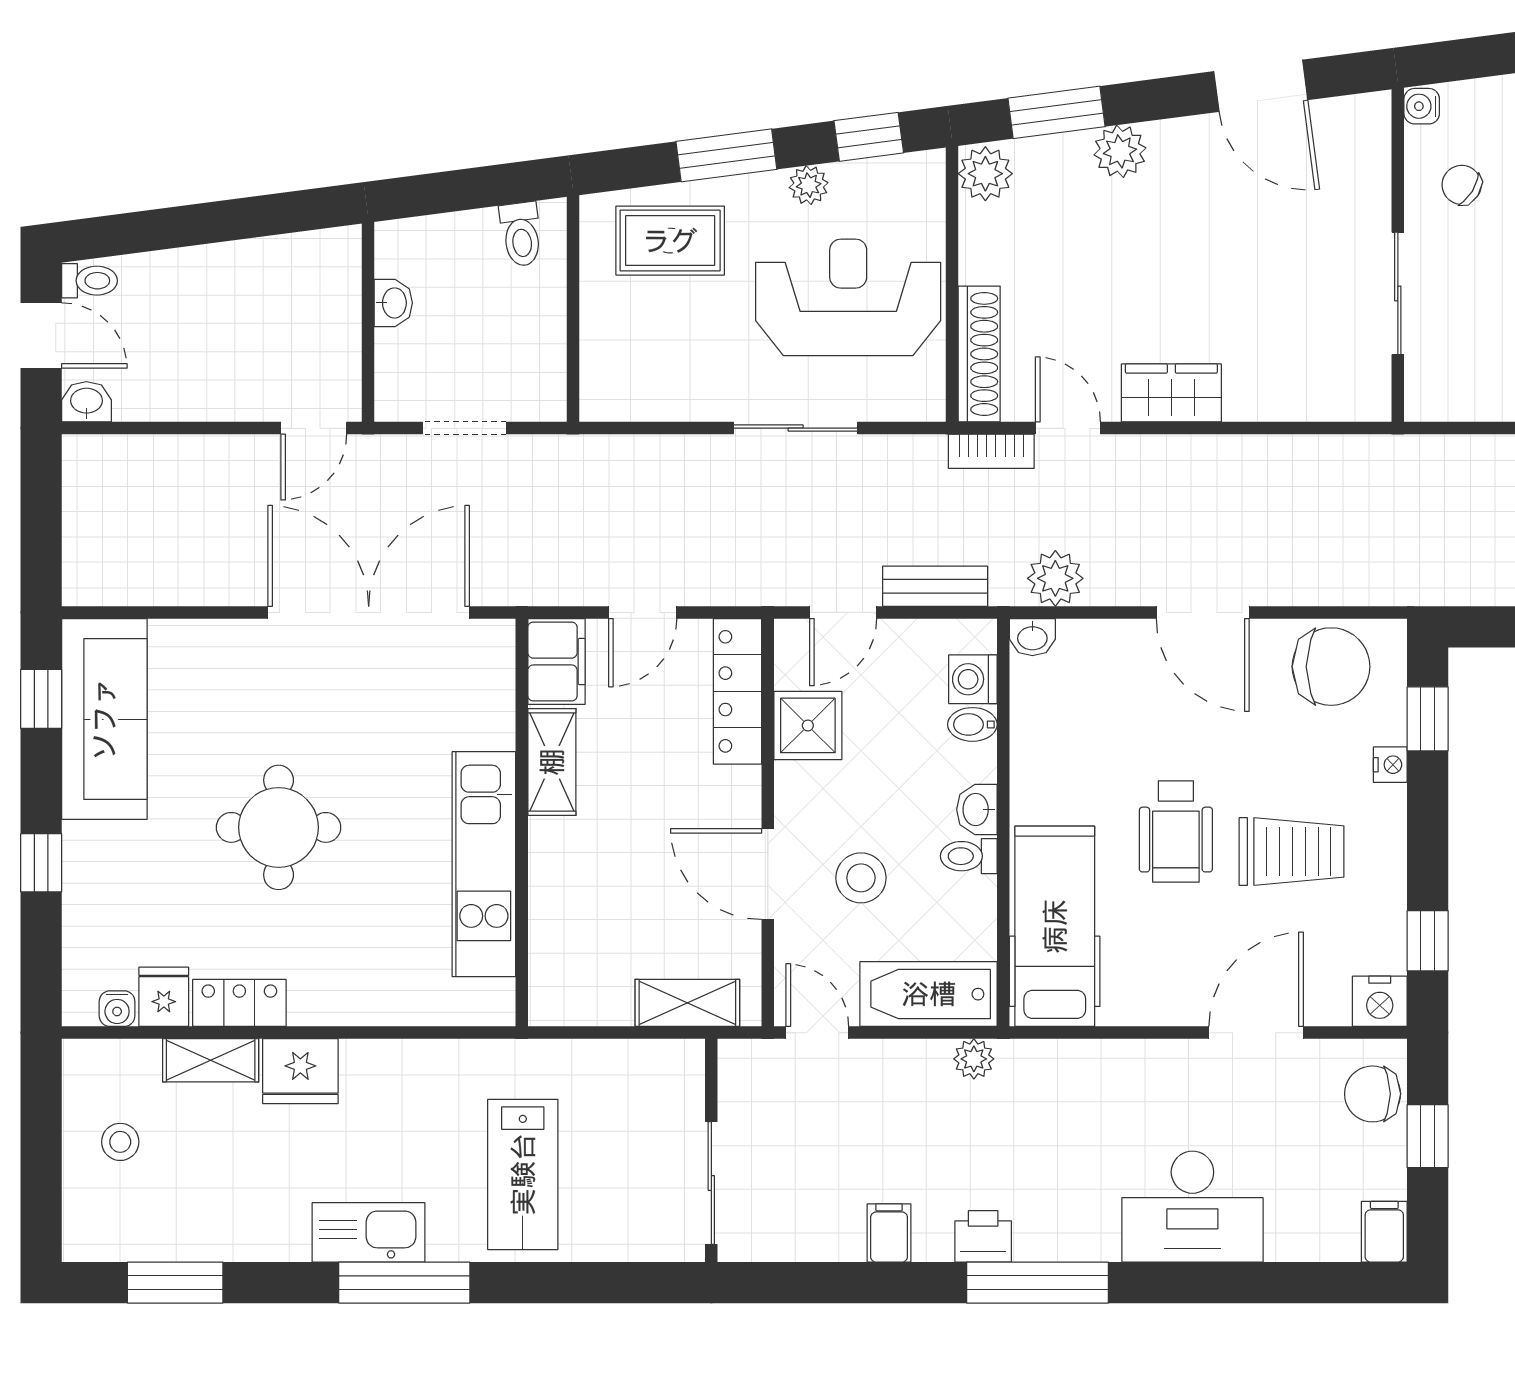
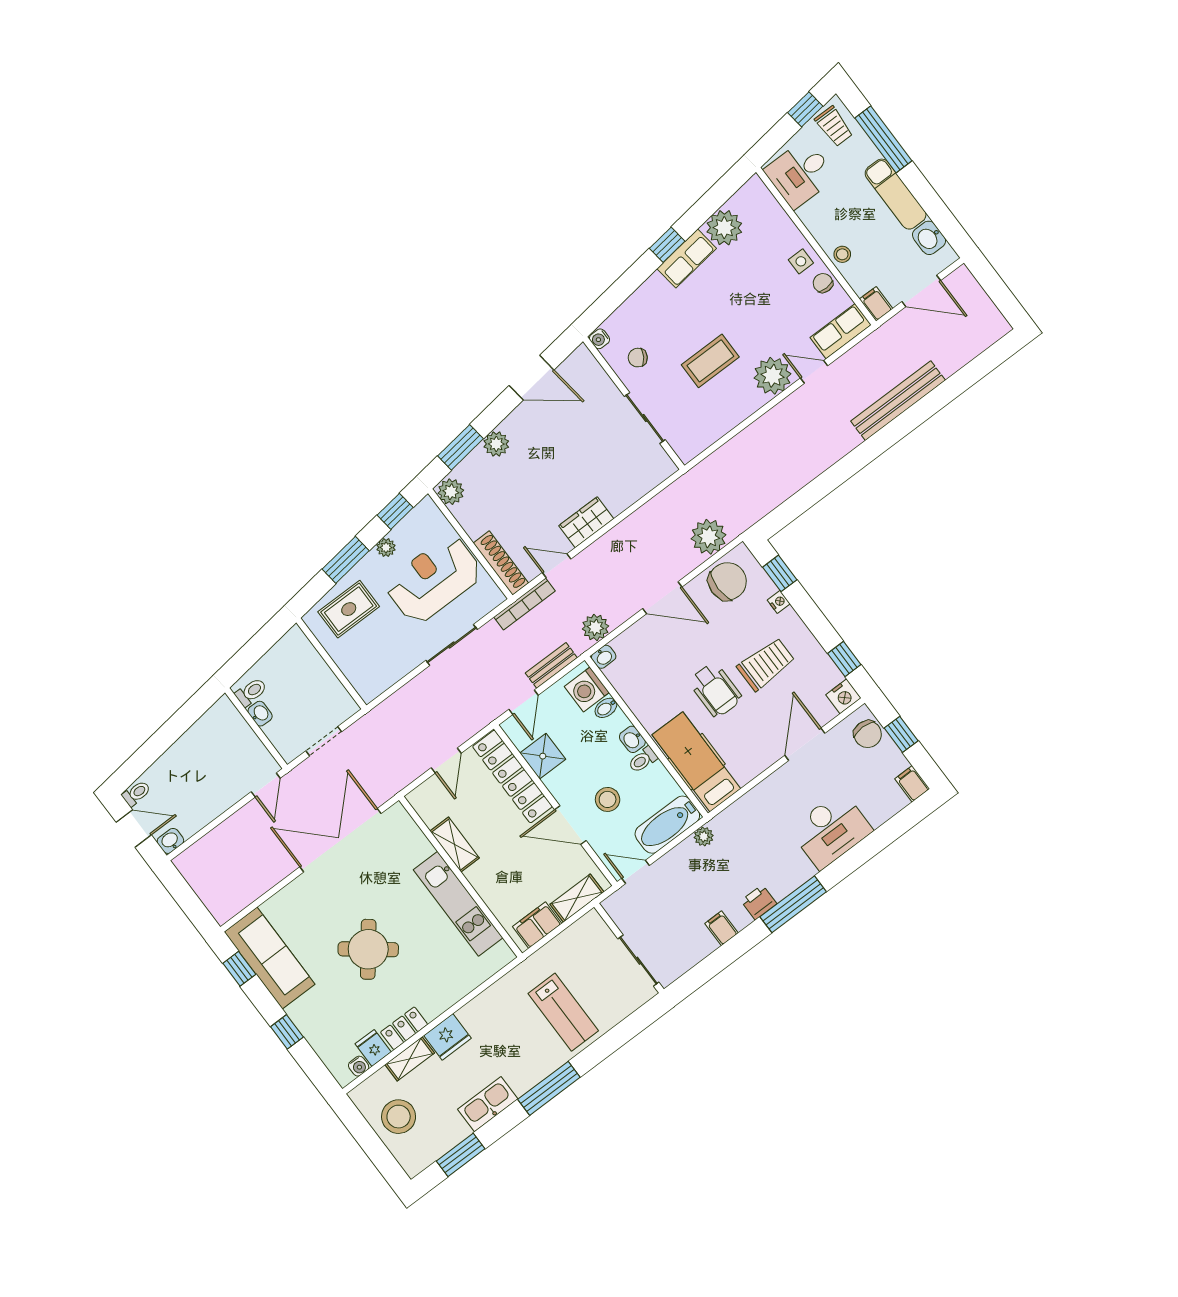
toilet: (521, 234) -> (251, 692), moved, turned -83
bookcase: (991, 451) -> (525, 604), width x1.56
plant: (1355, 570) -> (709, 537), added
filing cabinet: (556, 662) -> (537, 925), moved, turned -90
washing machine: (973, 679) -> (587, 689), width x1.38, depth x1.38
locker: (737, 691) -> (512, 776), width x1.41, depth x1.21
round table: (279, 827) -> (368, 949), turned 38
chair: (1373, 1094) -> (868, 734), turned -90
stool: (120, 1142) -> (399, 1117), width x1.89, depth x1.89
kitchen sink: (368, 1232) -> (488, 1104), moved

